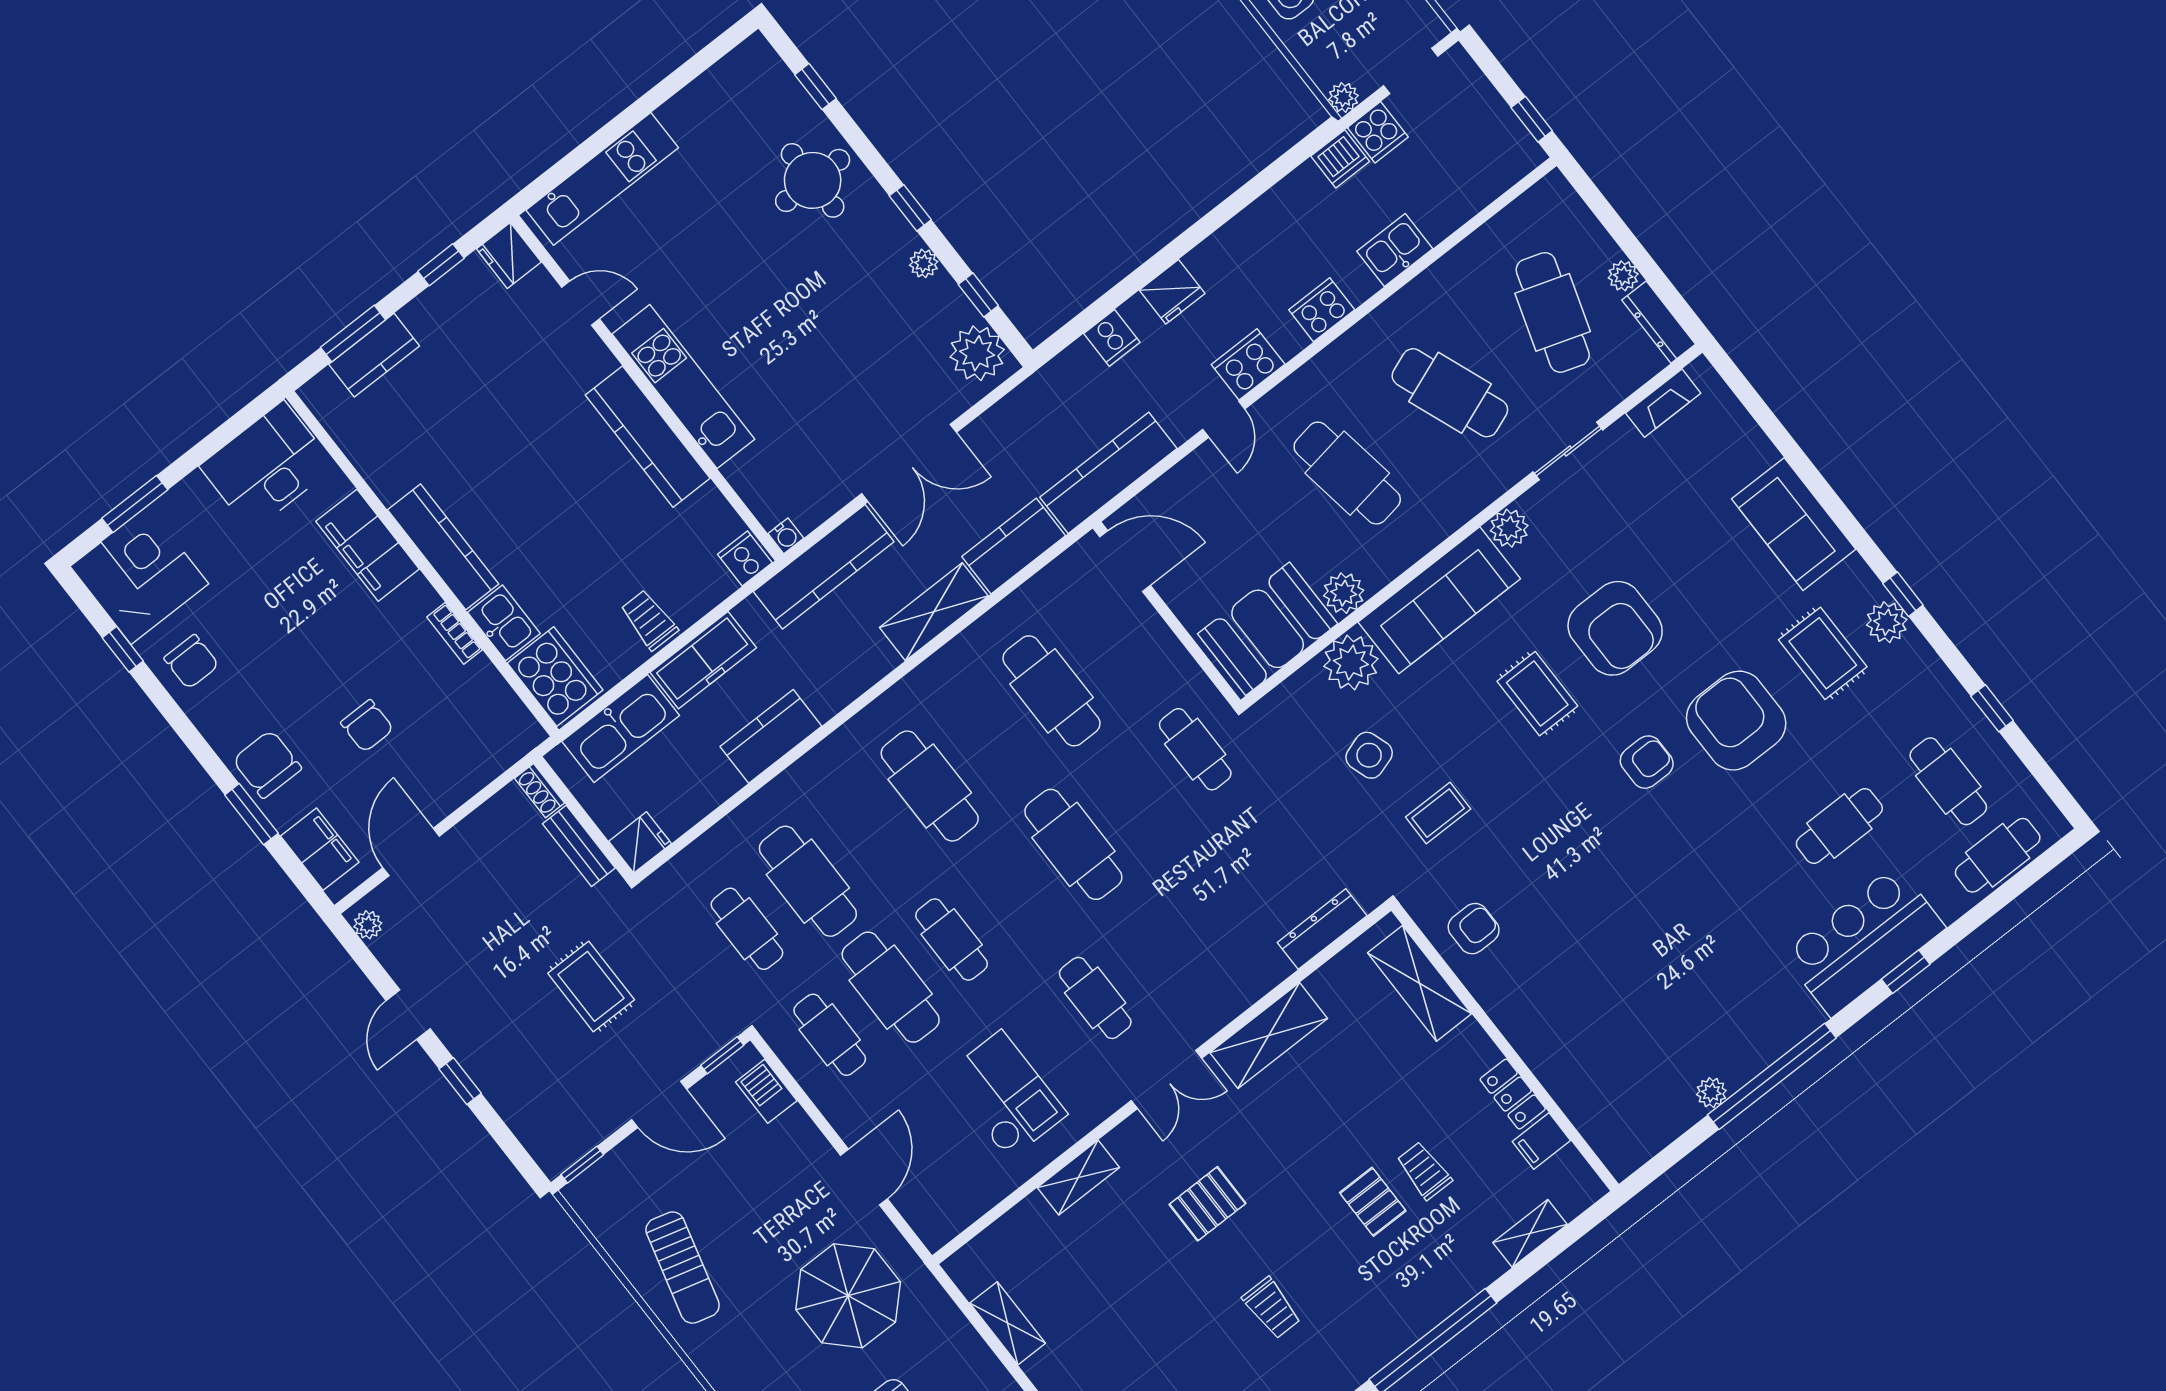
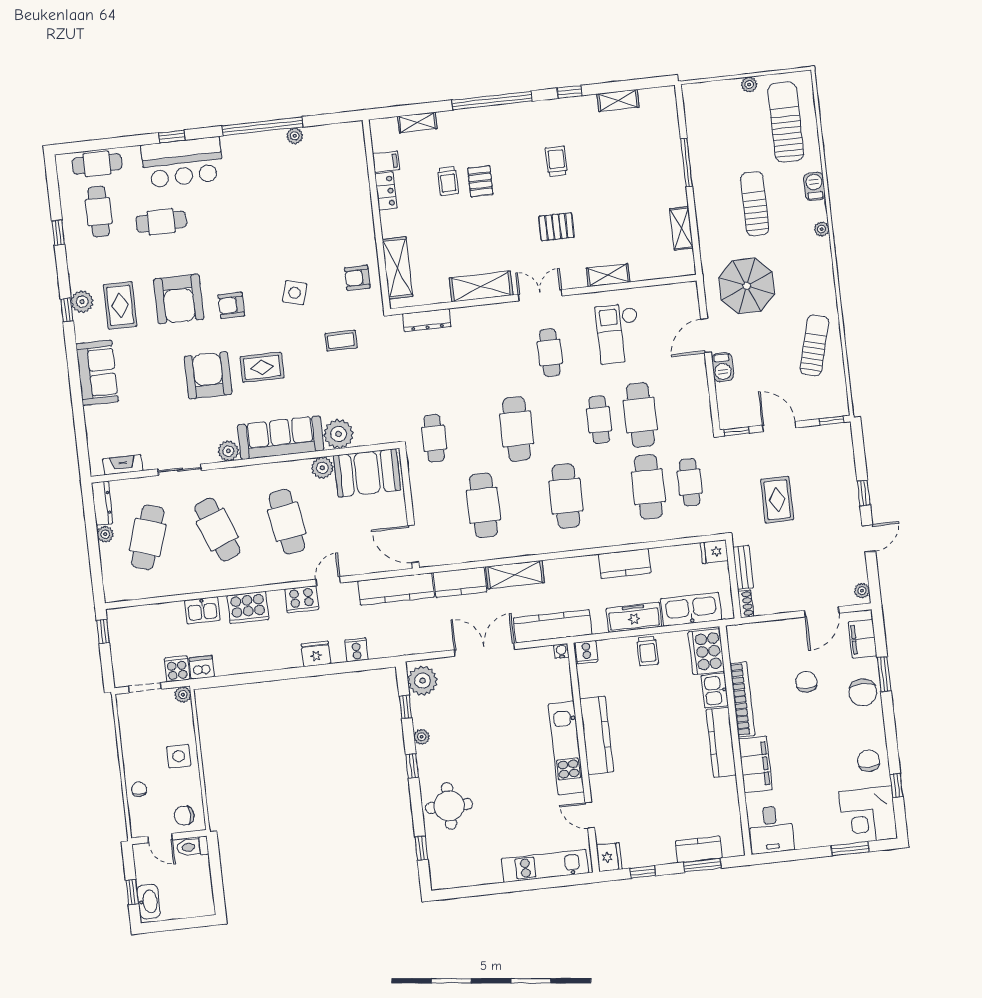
cooker: (1322, 310) -> (248, 607), width x1.37, depth x1.31
desk: (267, 466) -> (771, 830), width x0.73
bookcase: (454, 633) -> (742, 699), width x2.31, depth x1.31
rug: (1537, 694) -> (262, 367), turned 90
side table: (1369, 755) -> (295, 293), moved, turned 34
cafe table: (830, 1035) -> (682, 410), removed
barbecue: (766, 1091) -> (723, 367), moved

